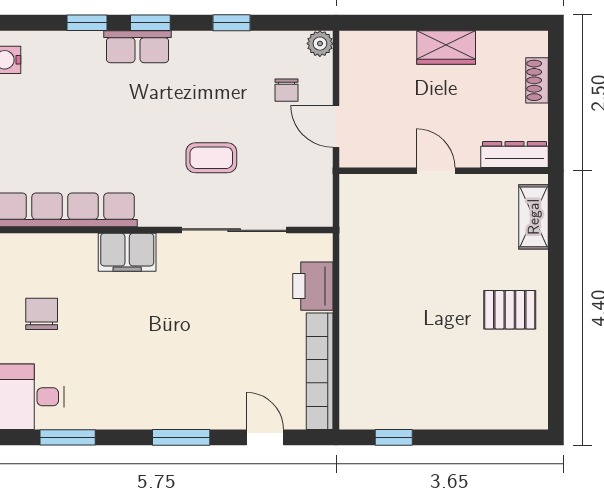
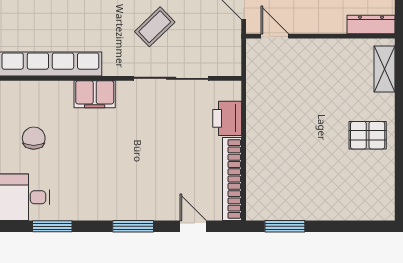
coffee table: (211, 158) -> (155, 27), turned -44
door: (436, 171) -> (275, 36), moved
window: (394, 437) -> (285, 226), width x1.50

